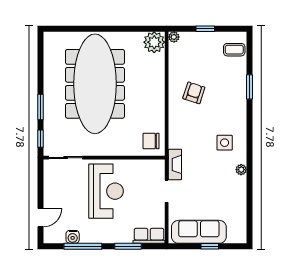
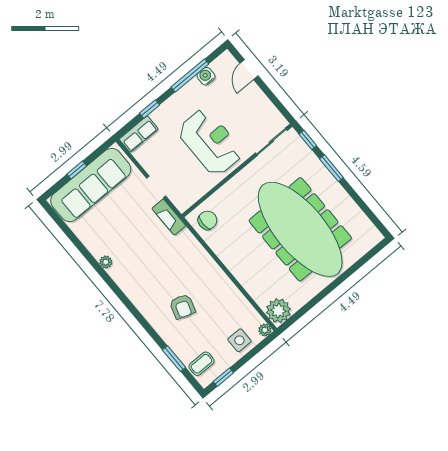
window: (205, 29) -> (223, 377), moved
window: (250, 87) -> (174, 359), moved
armchair: (194, 93) -> (182, 306), moved
side table: (225, 143) -> (239, 340), moved
reception desk: (106, 191) -> (210, 142), turned 180
sofa: (199, 232) -> (91, 185), width x1.36, depth x1.27
window: (128, 246) -> (150, 109), width x0.67

